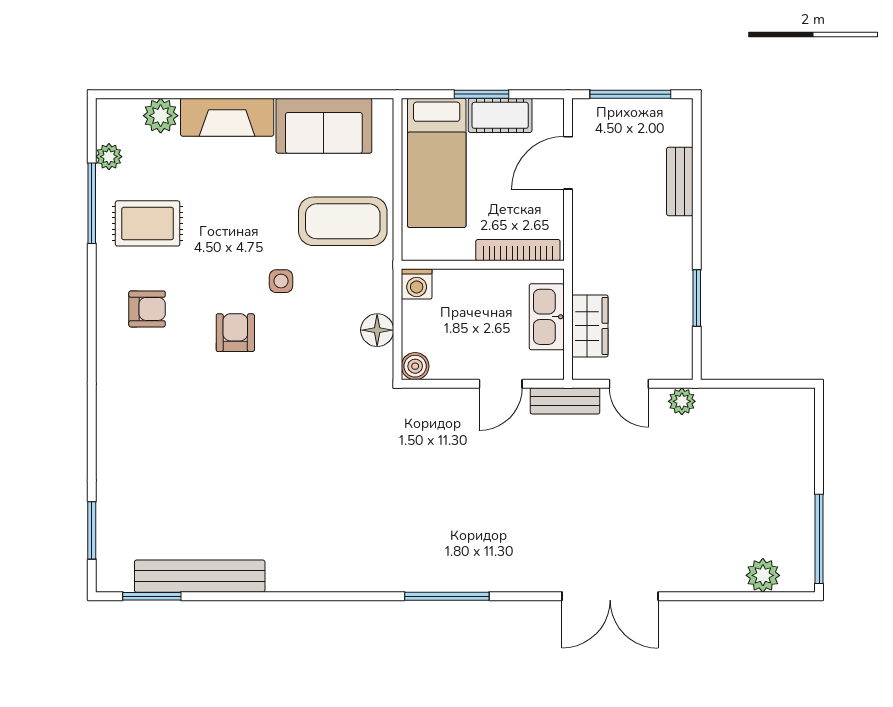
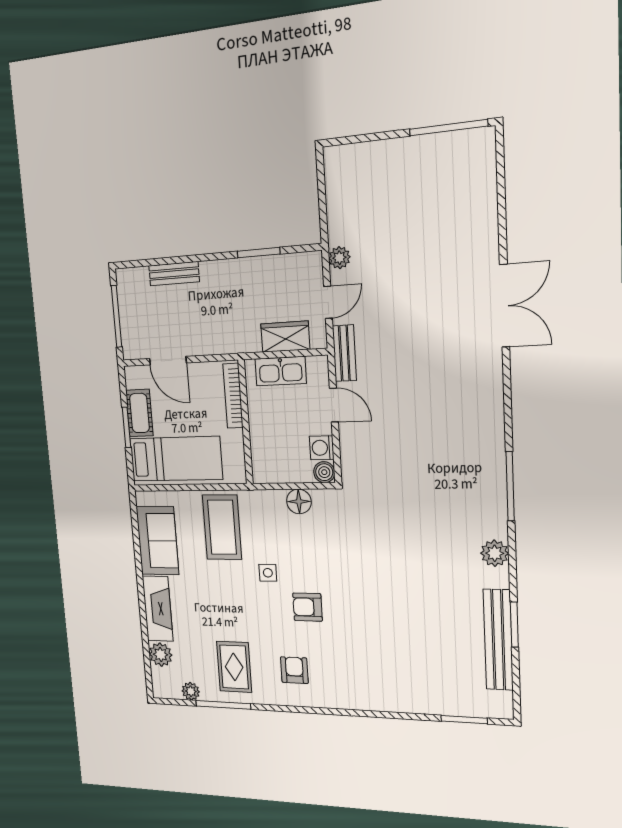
washing machine: (417, 284) -> (322, 448), moved, turned 180
plant: (763, 575) -> (495, 553), moved
window: (152, 596) -> (514, 625), moved
window: (447, 596) -> (510, 486), moved

